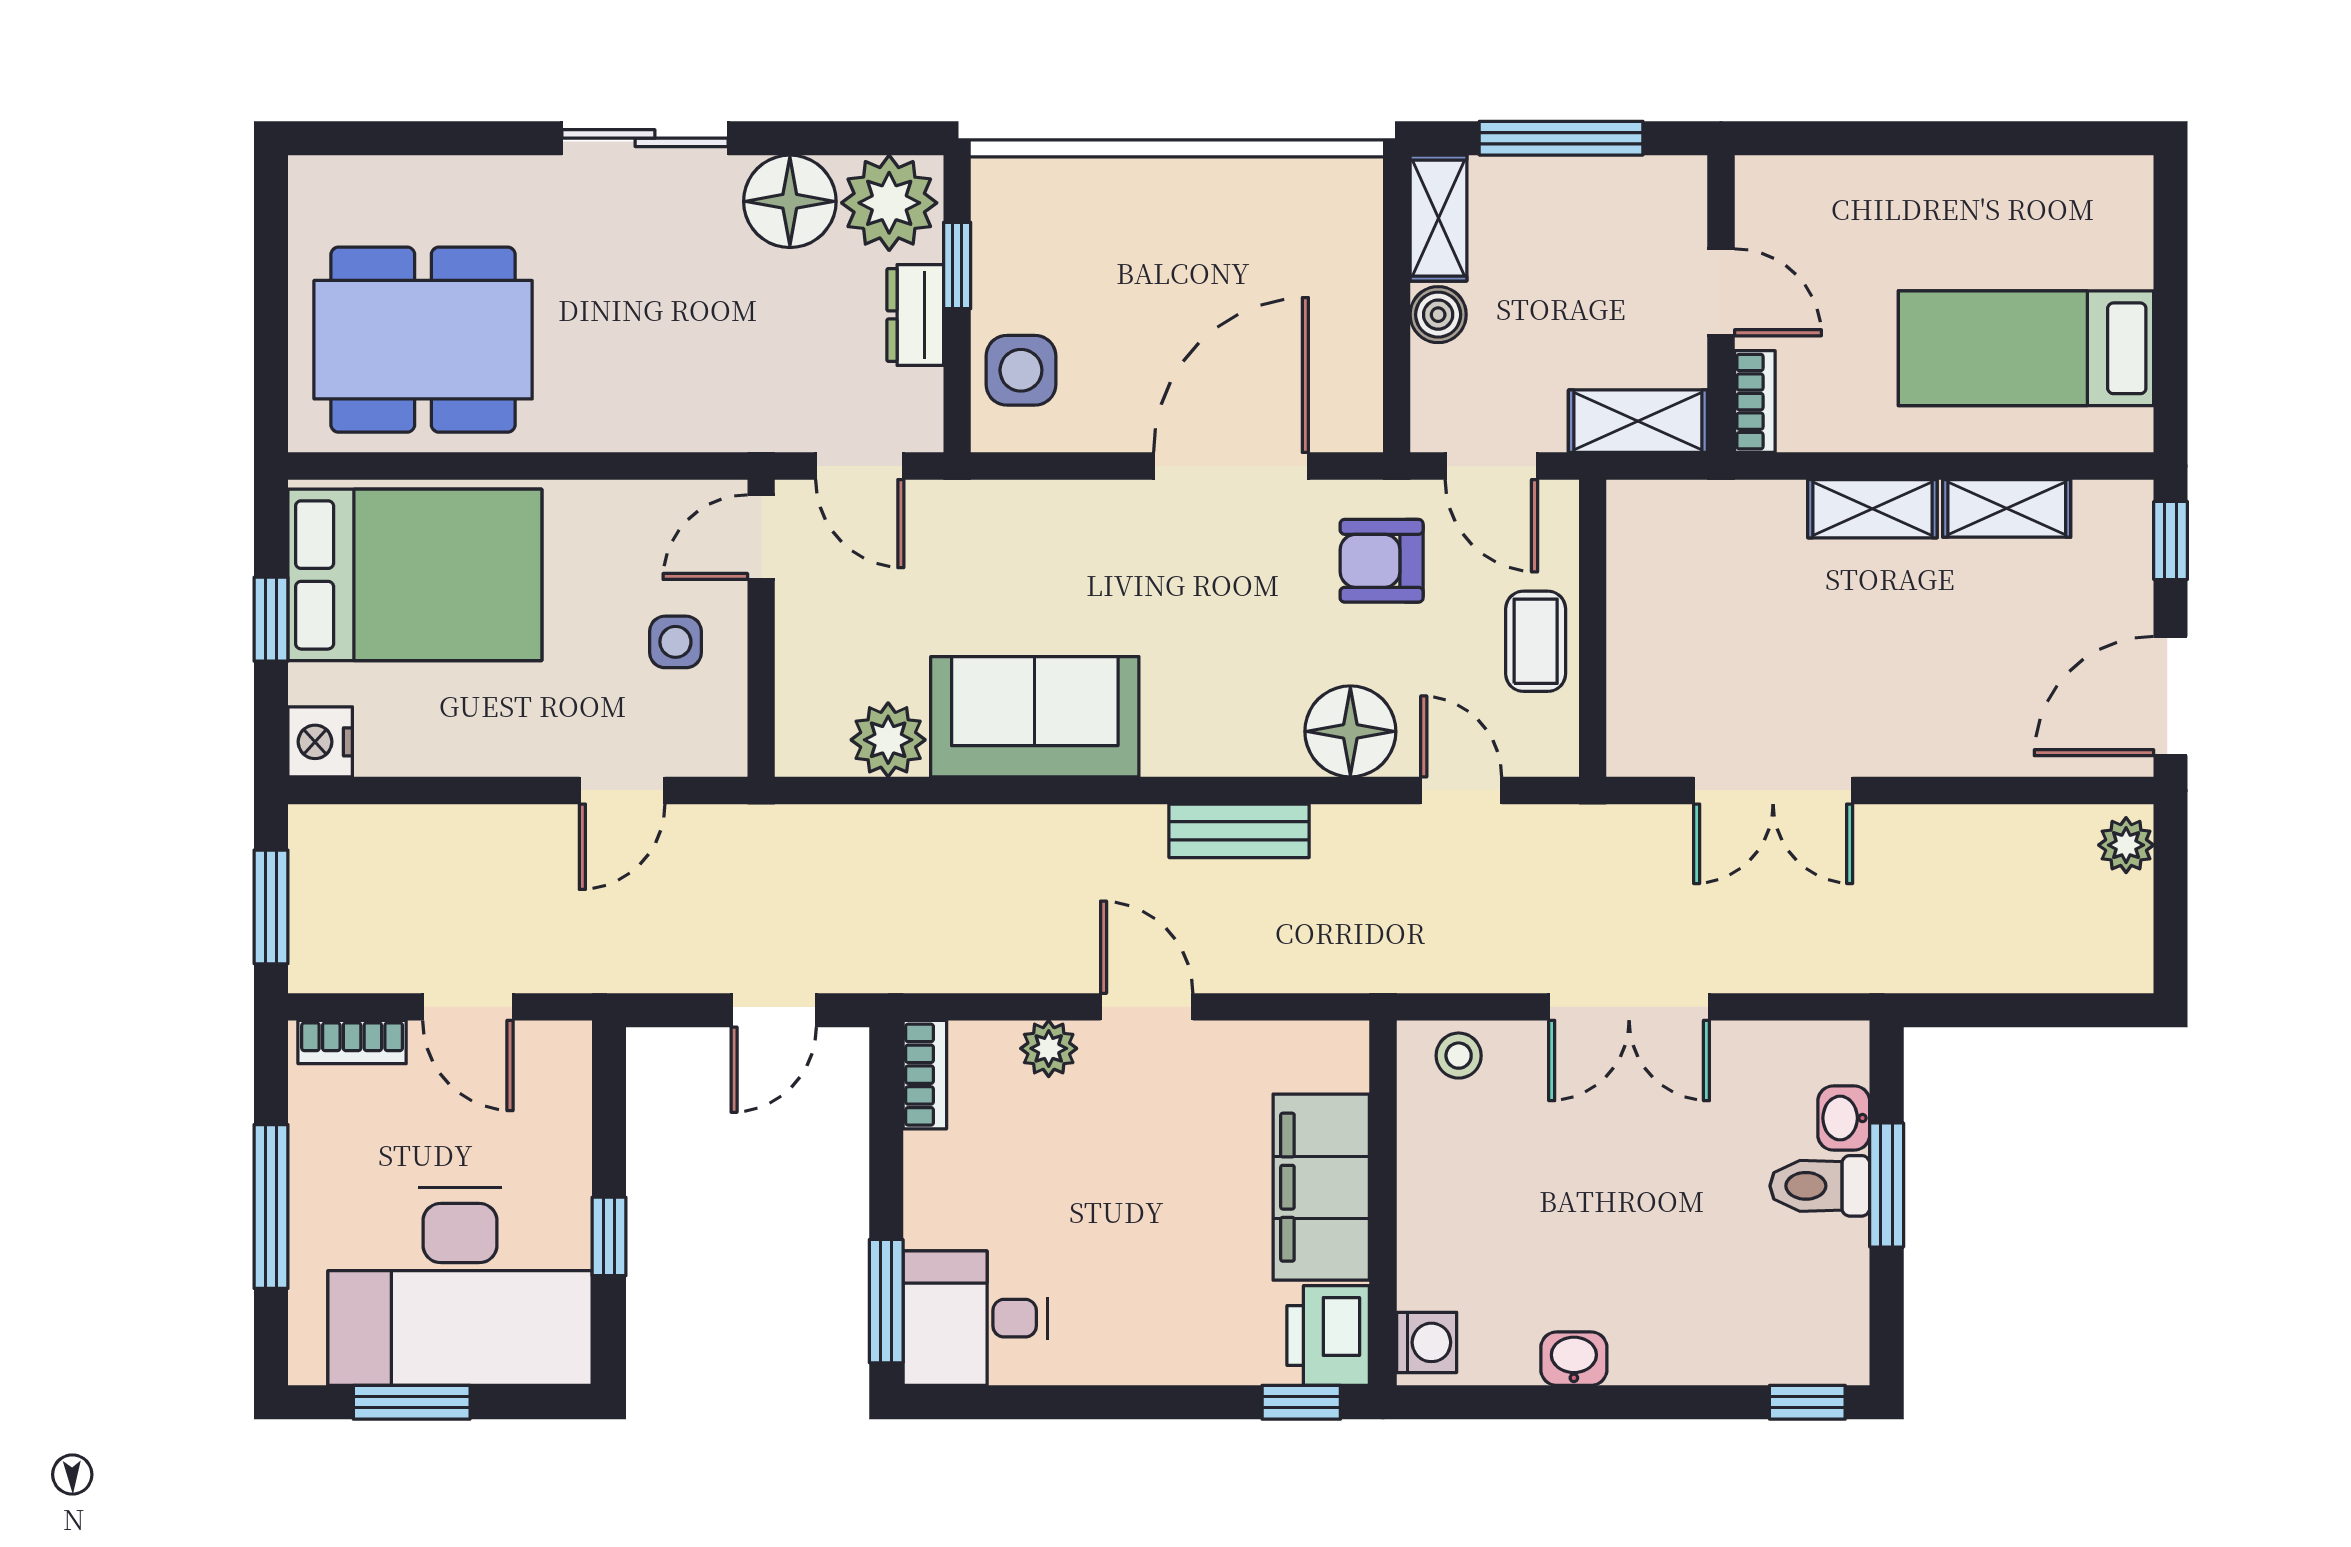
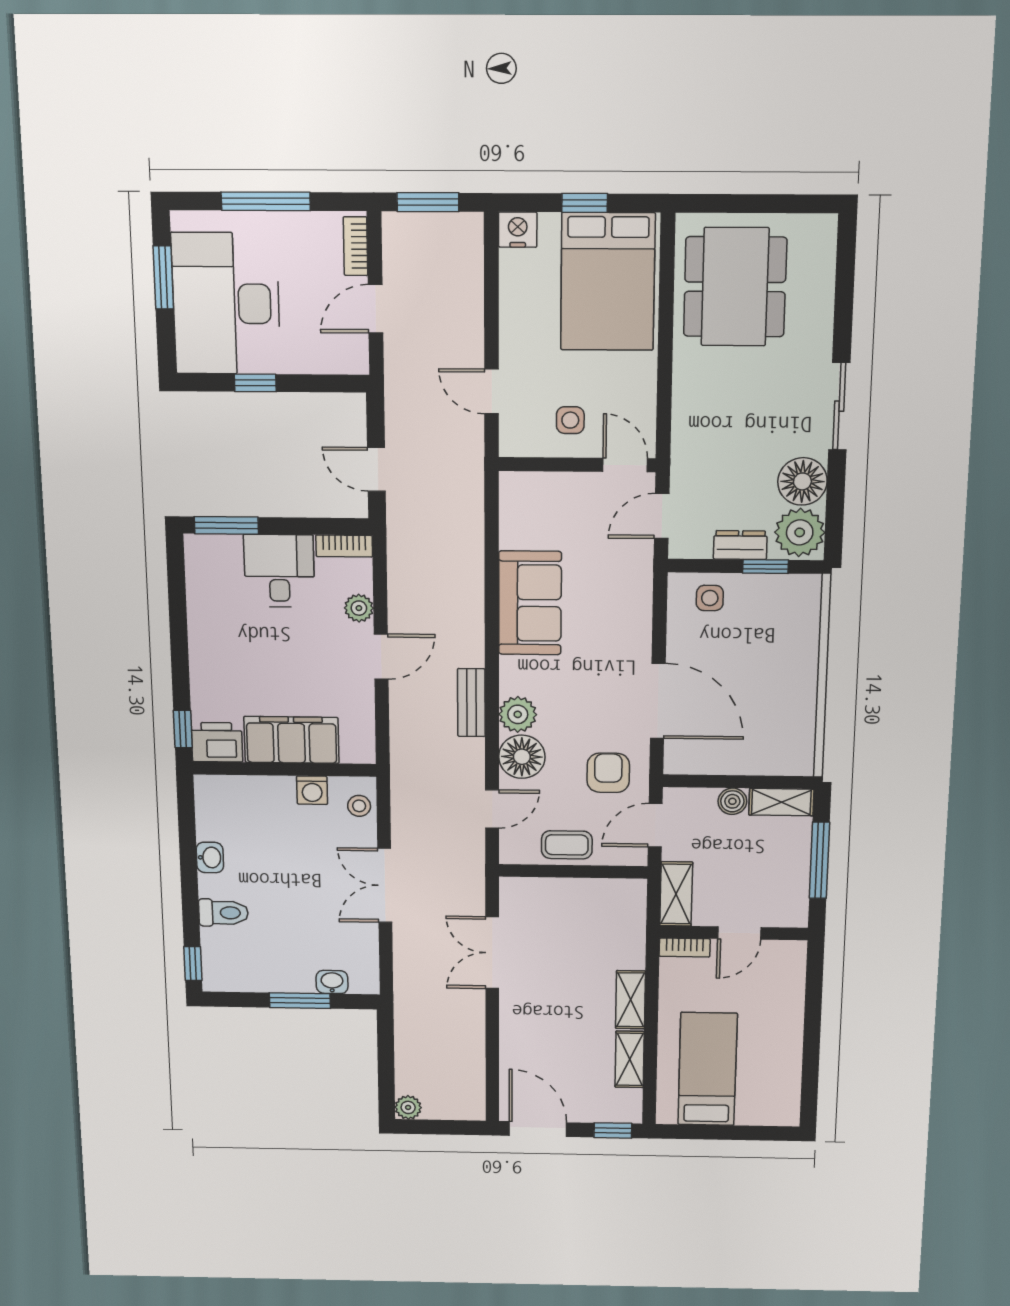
side table: (1021, 370) -> (710, 598), width x0.73, depth x0.73
plant: (888, 740) -> (518, 714), moved
plant: (2126, 845) -> (408, 1107), moved
toilet: (1820, 1186) -> (223, 913), moved, turned 90
desk: (976, 1318) -> (279, 571), moved
washing machine: (1427, 1342) -> (312, 790), moved

